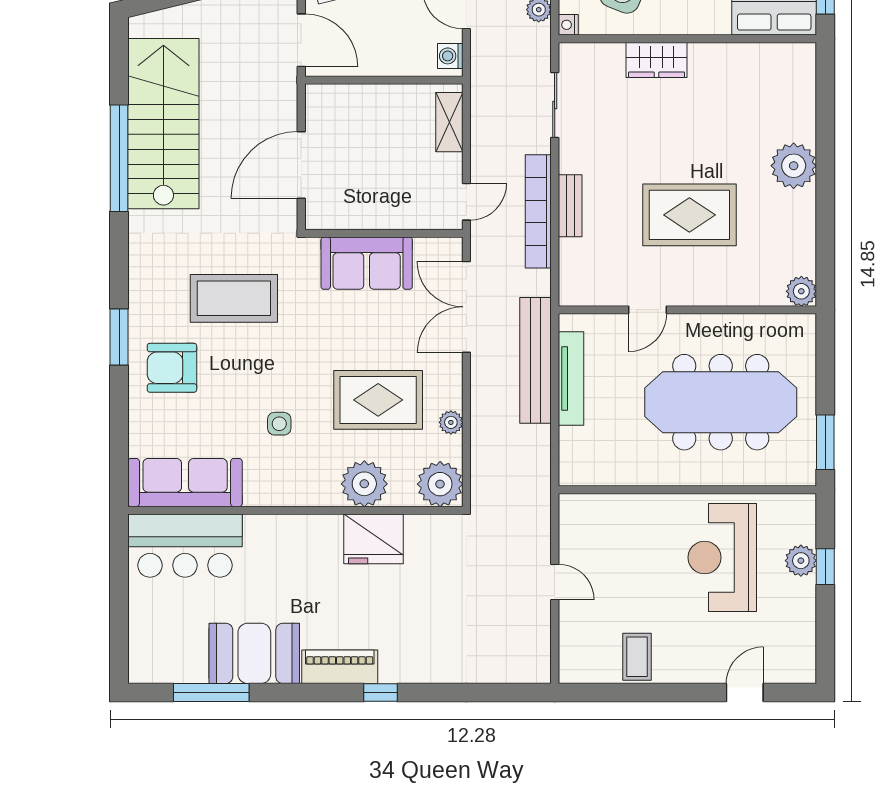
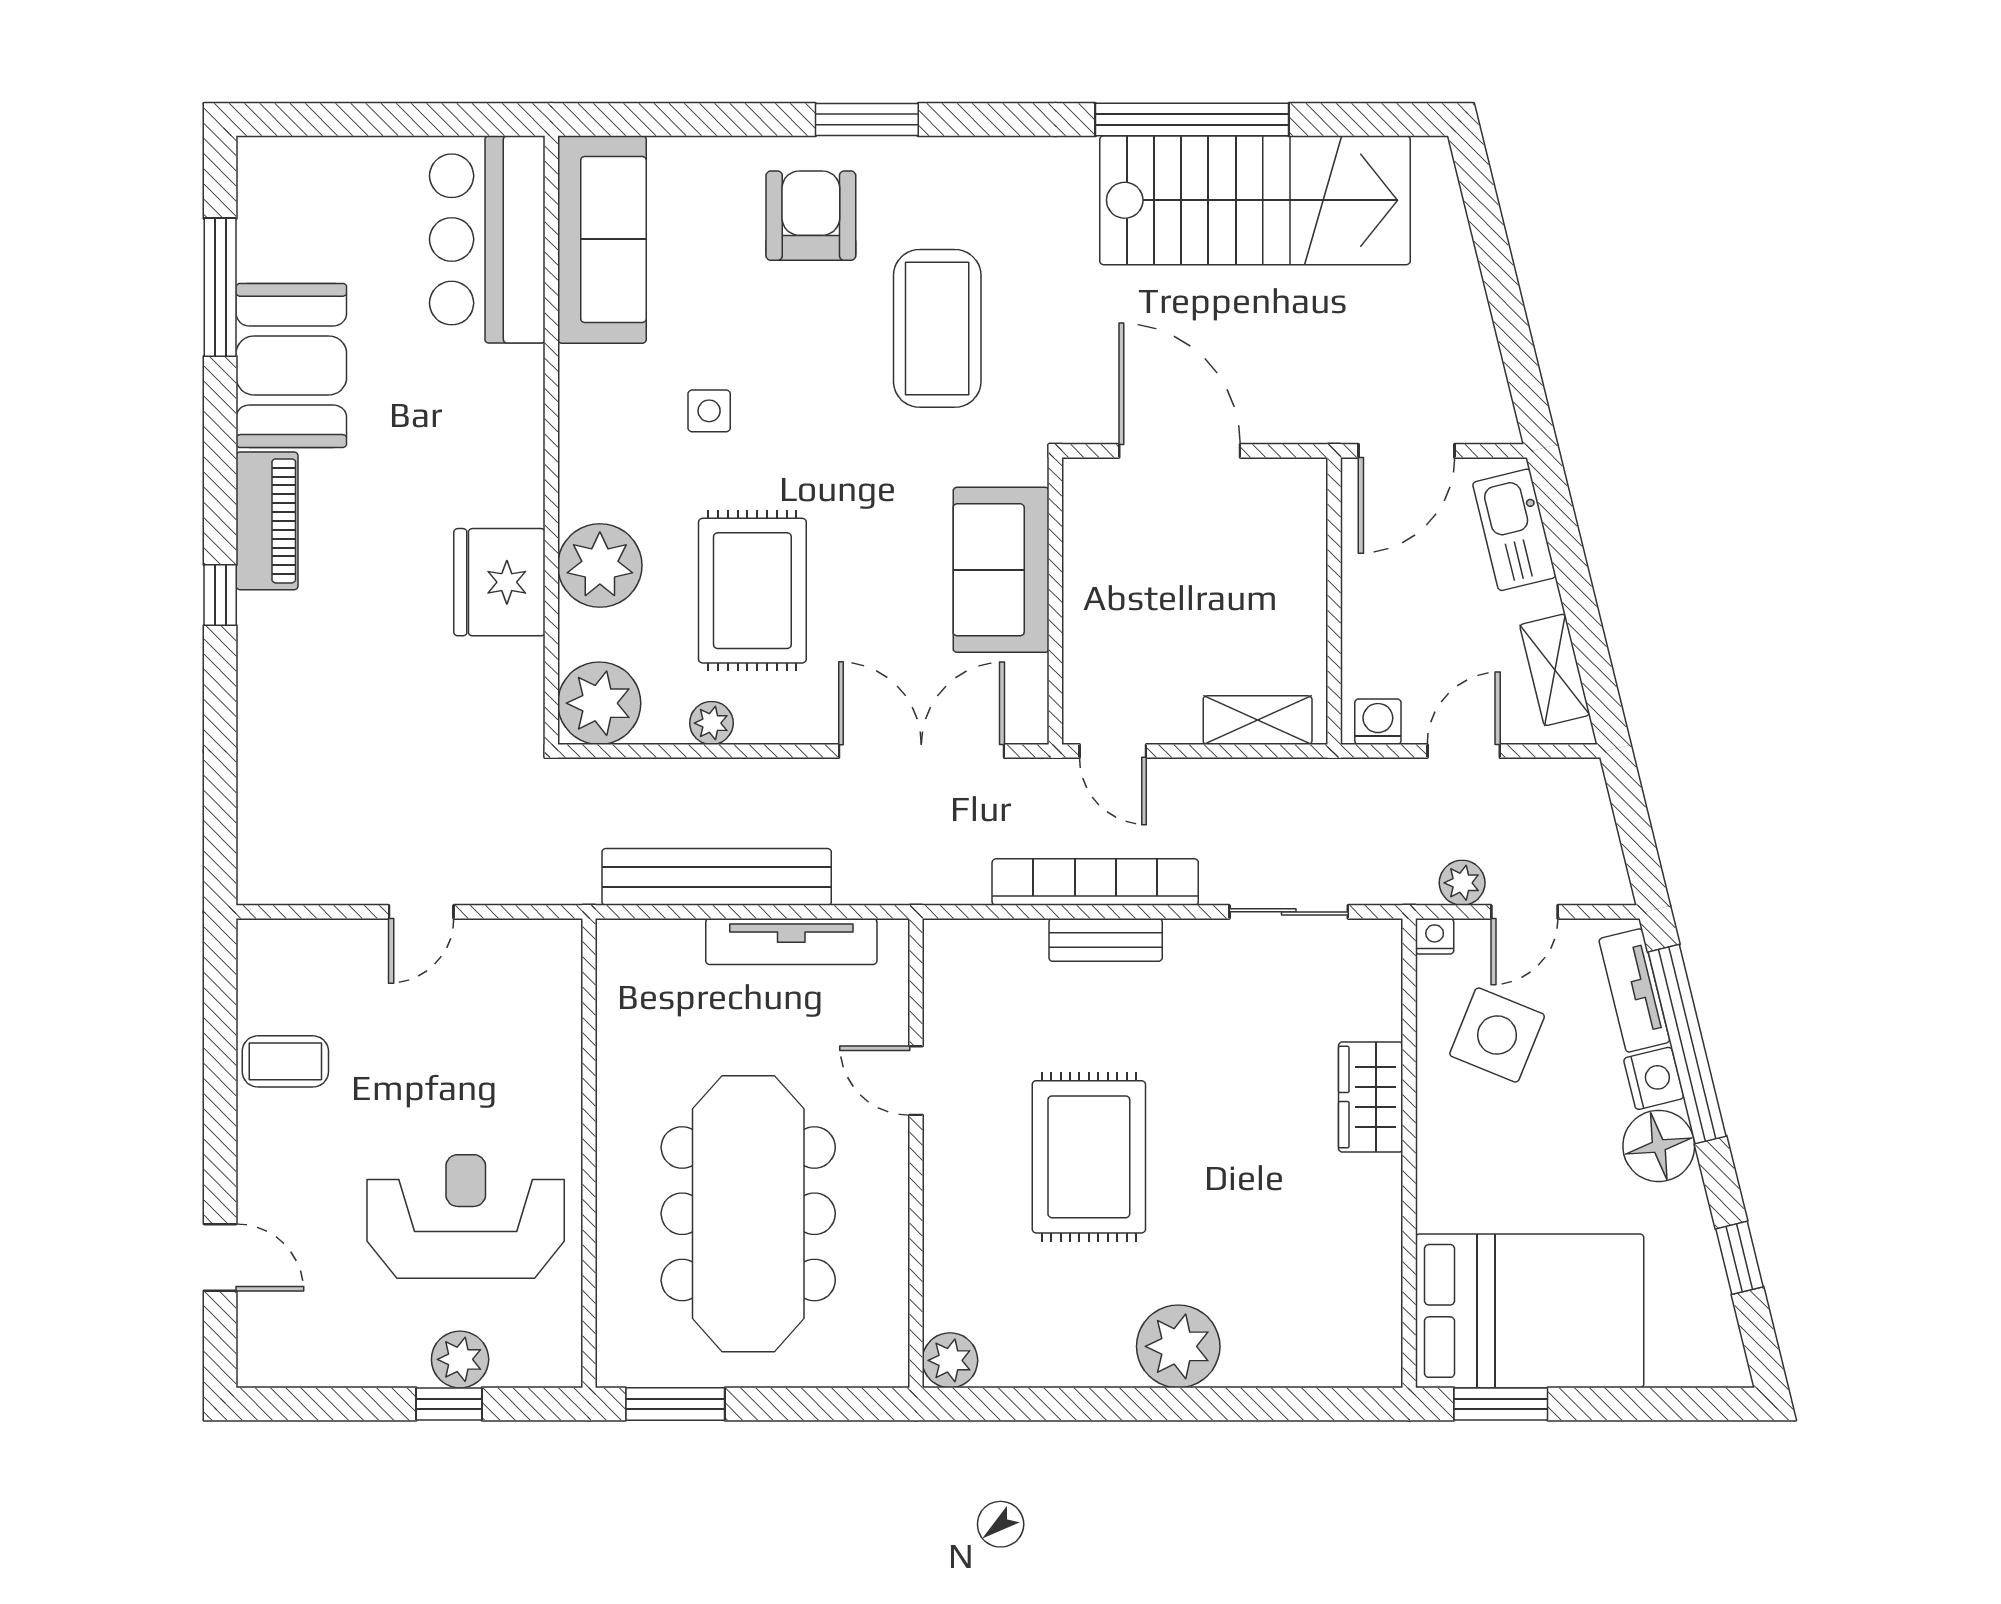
bench: (536, 360) -> (717, 877), moved

